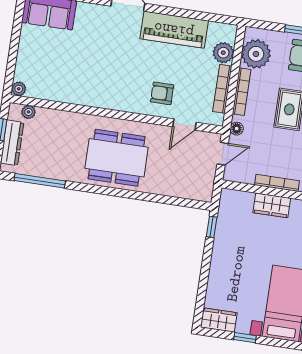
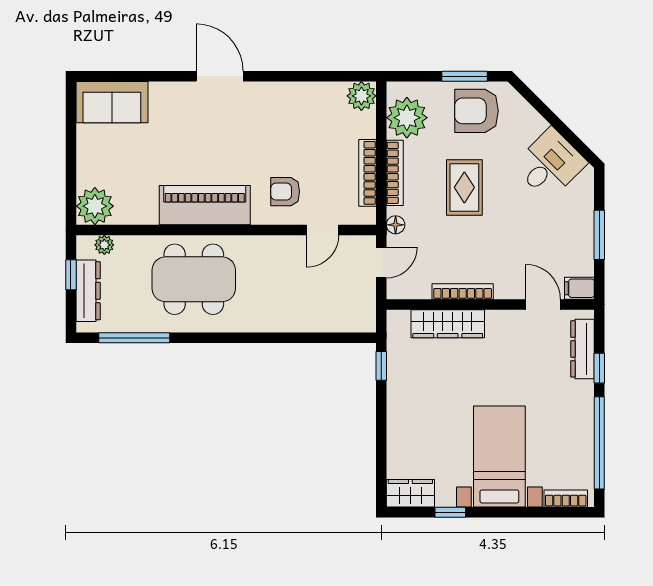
piano: (174, 30) -> (205, 205), moved, turned 180
plant: (223, 53) -> (361, 96), moved
plant: (19, 89) -> (95, 206), width x1.87, depth x1.87
dining table: (117, 158) -> (194, 279), moved
wardrobe: (272, 205) -> (448, 324), width x1.50

